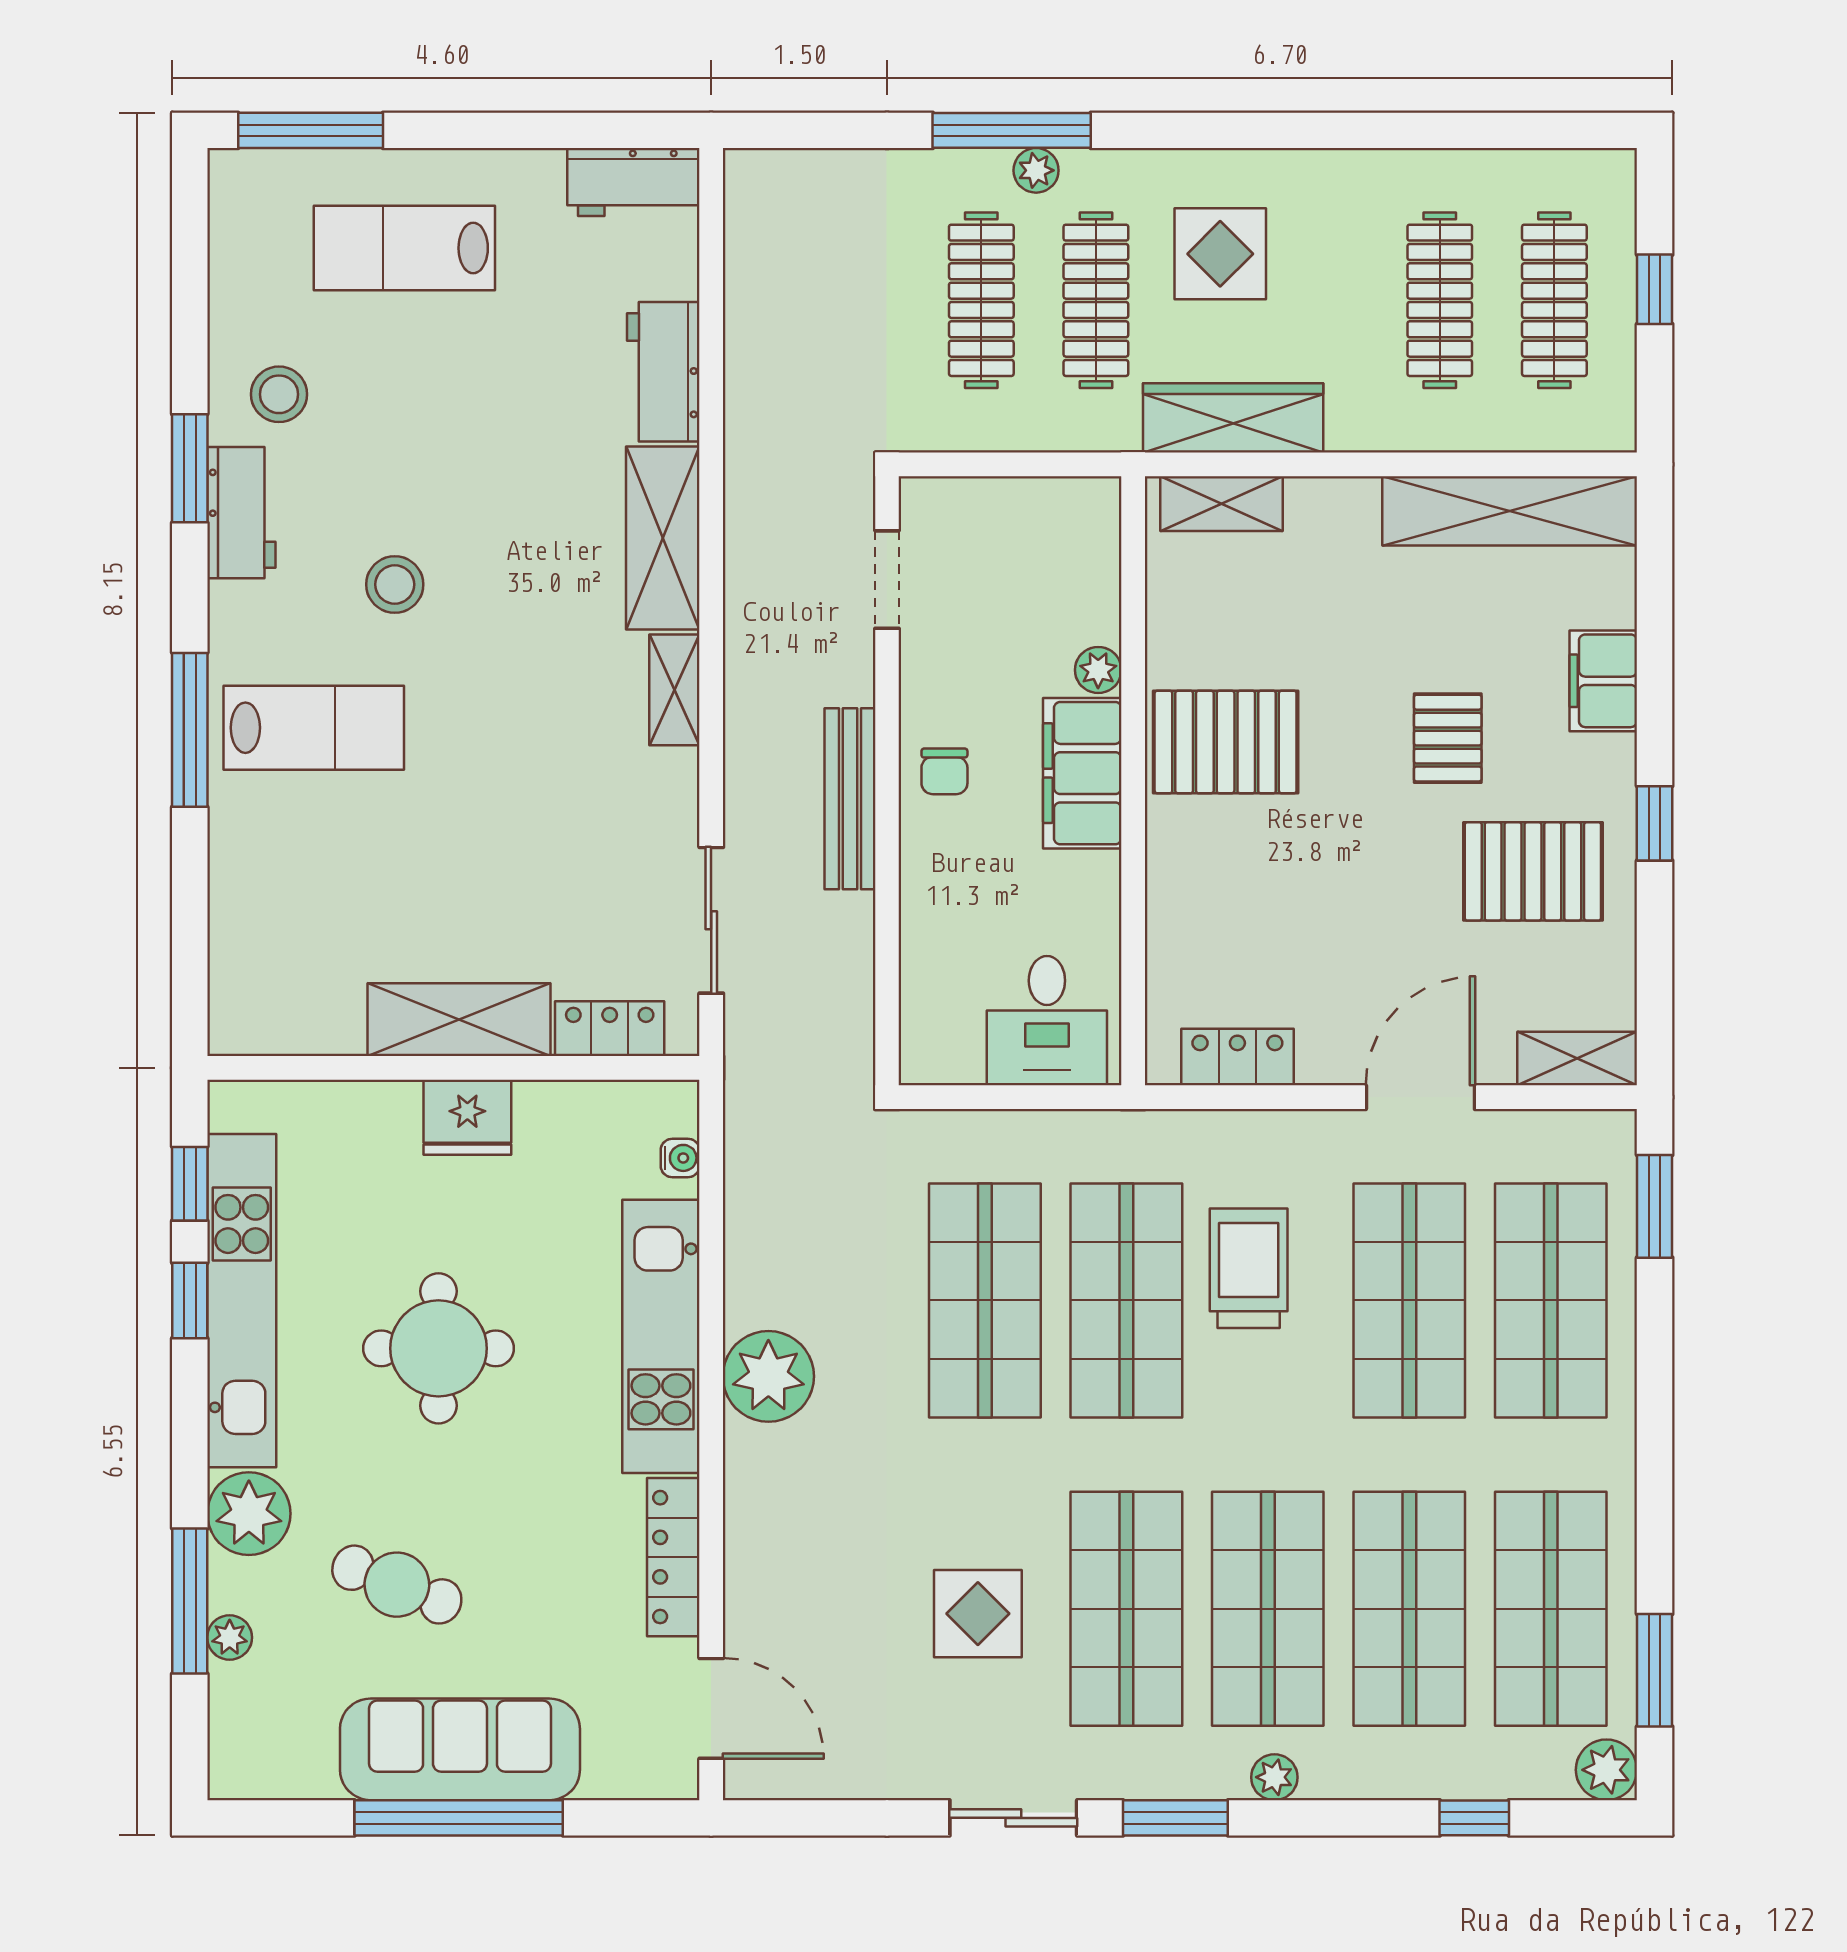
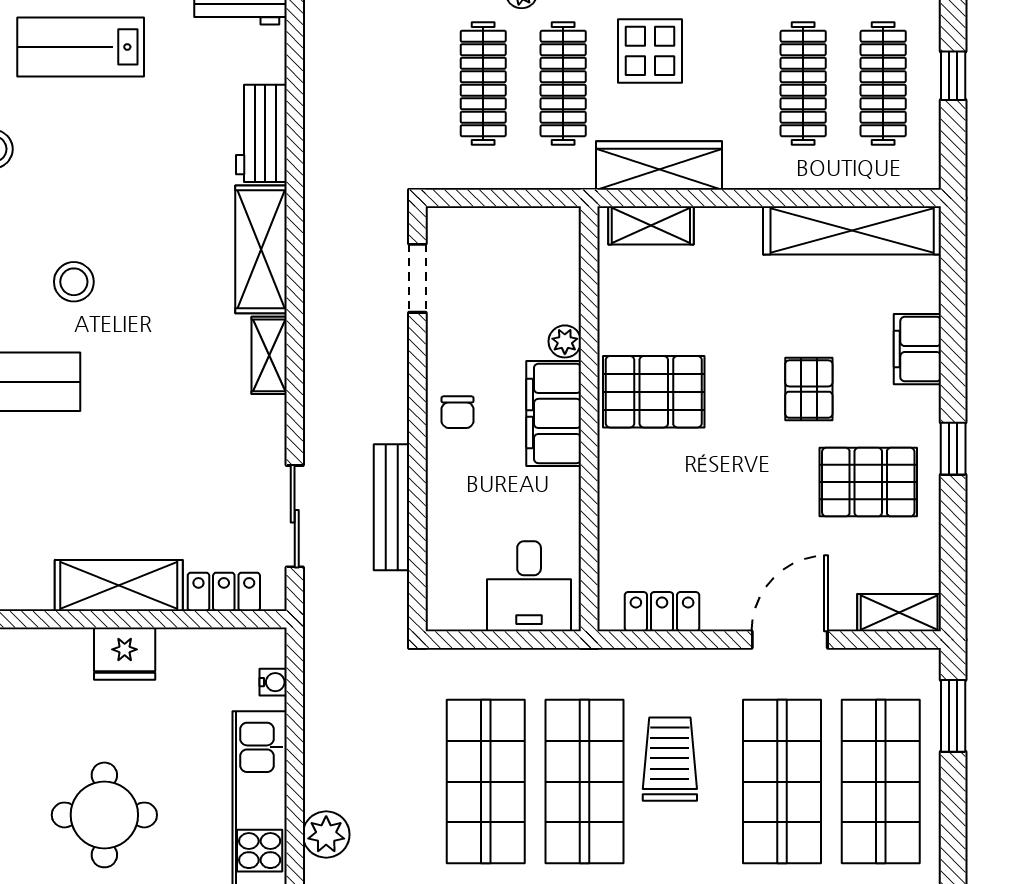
bench: (850, 799) -> (392, 507), moved
plant: (768, 1376) -> (326, 835), width x0.73, depth x0.73

